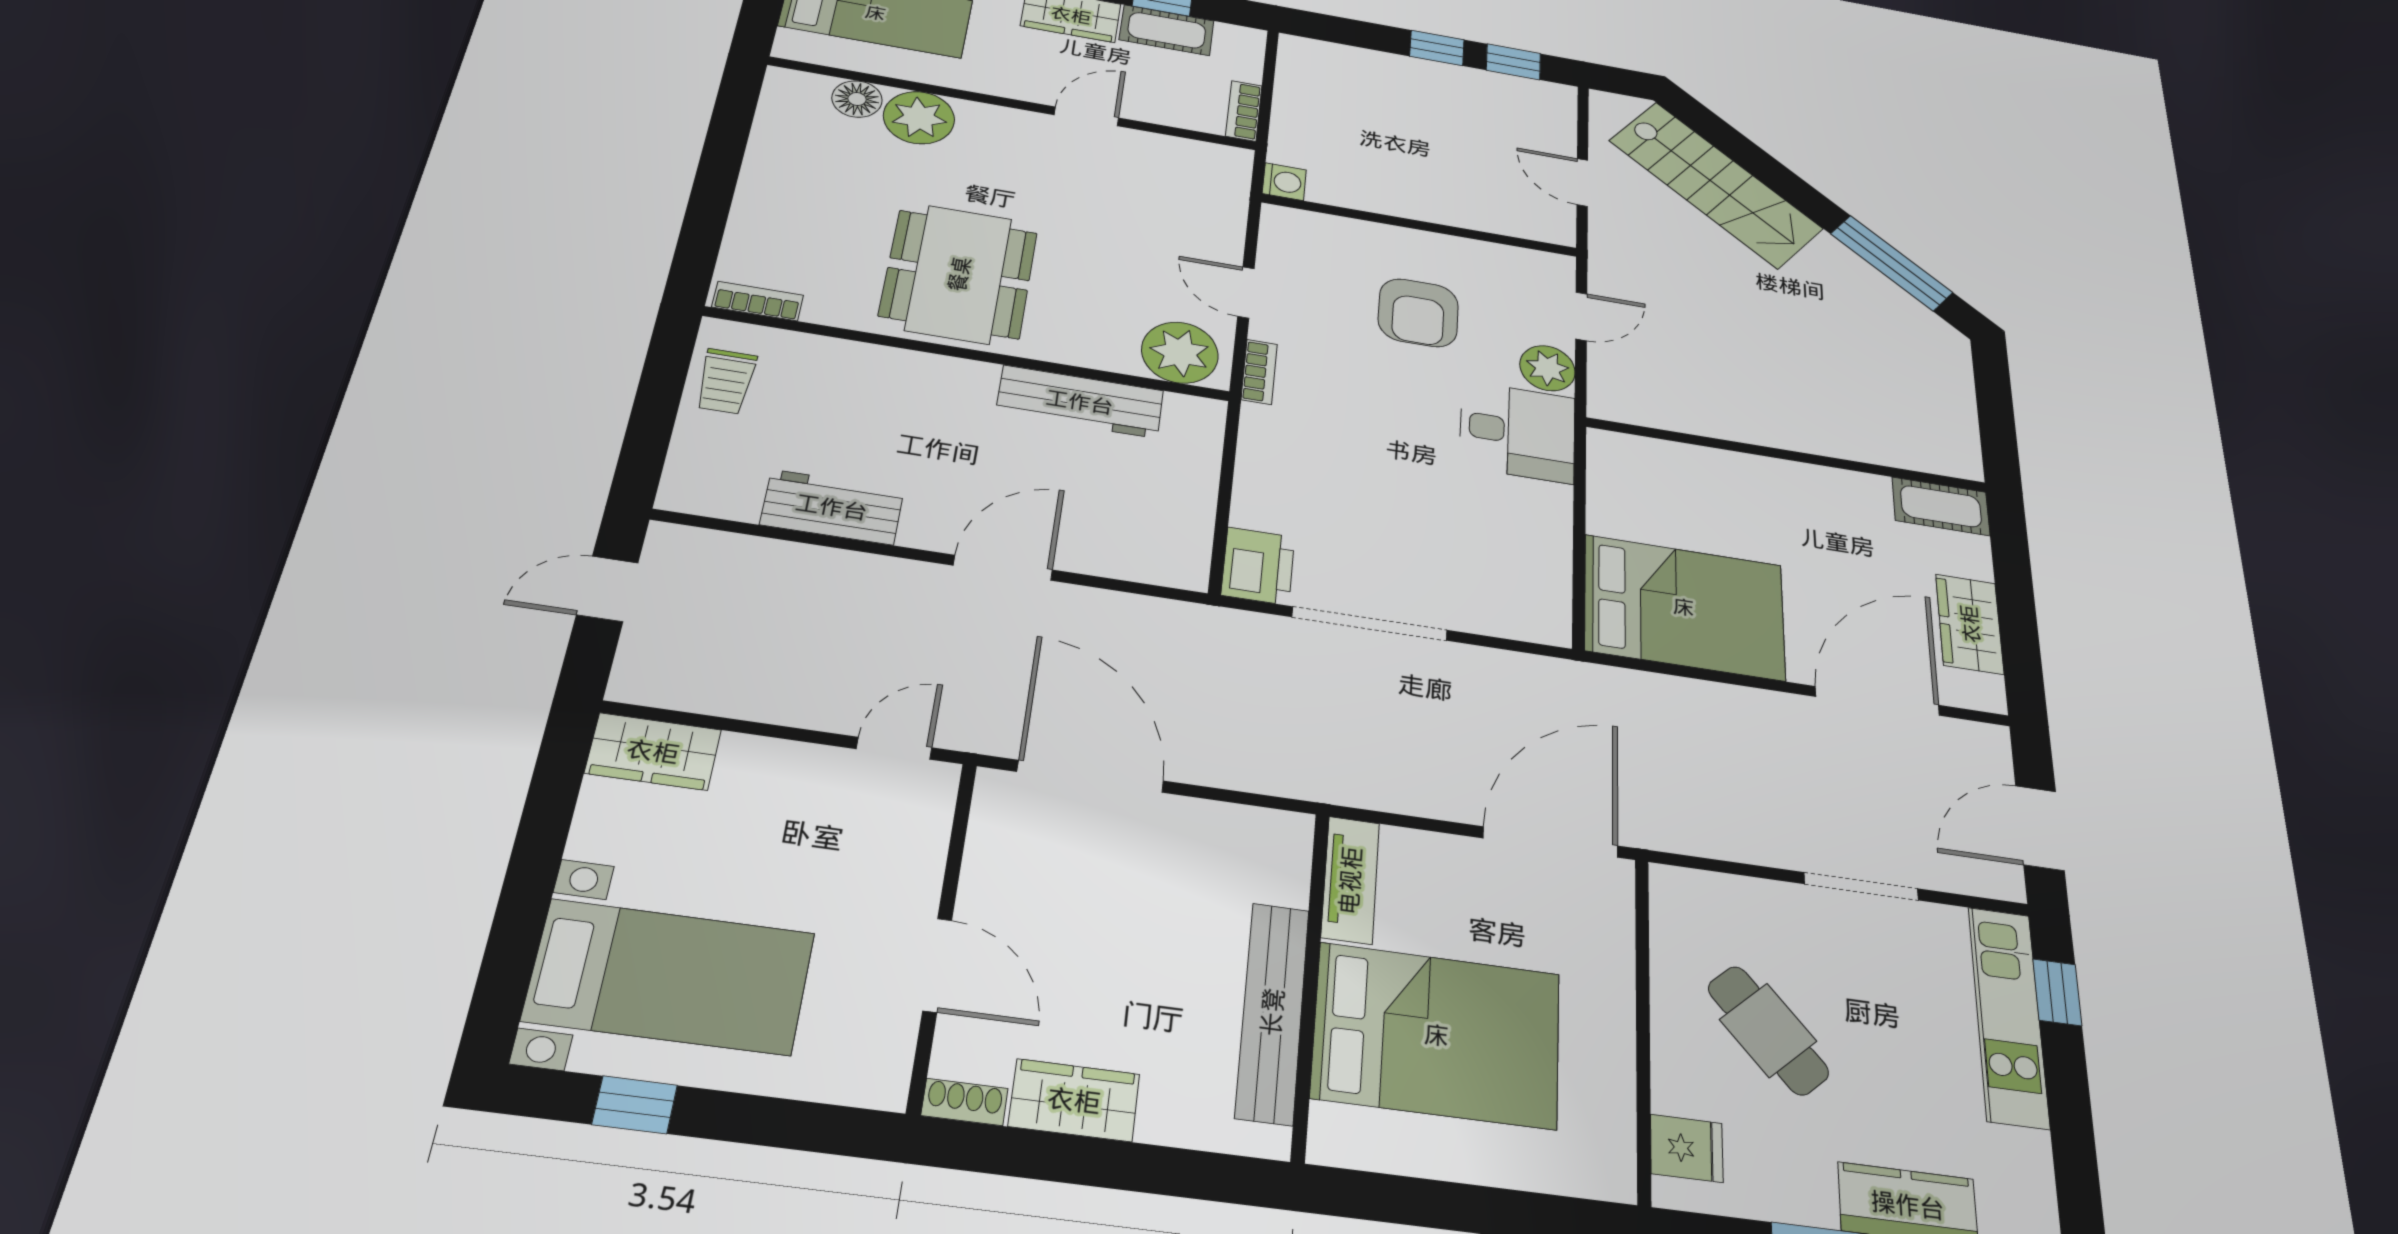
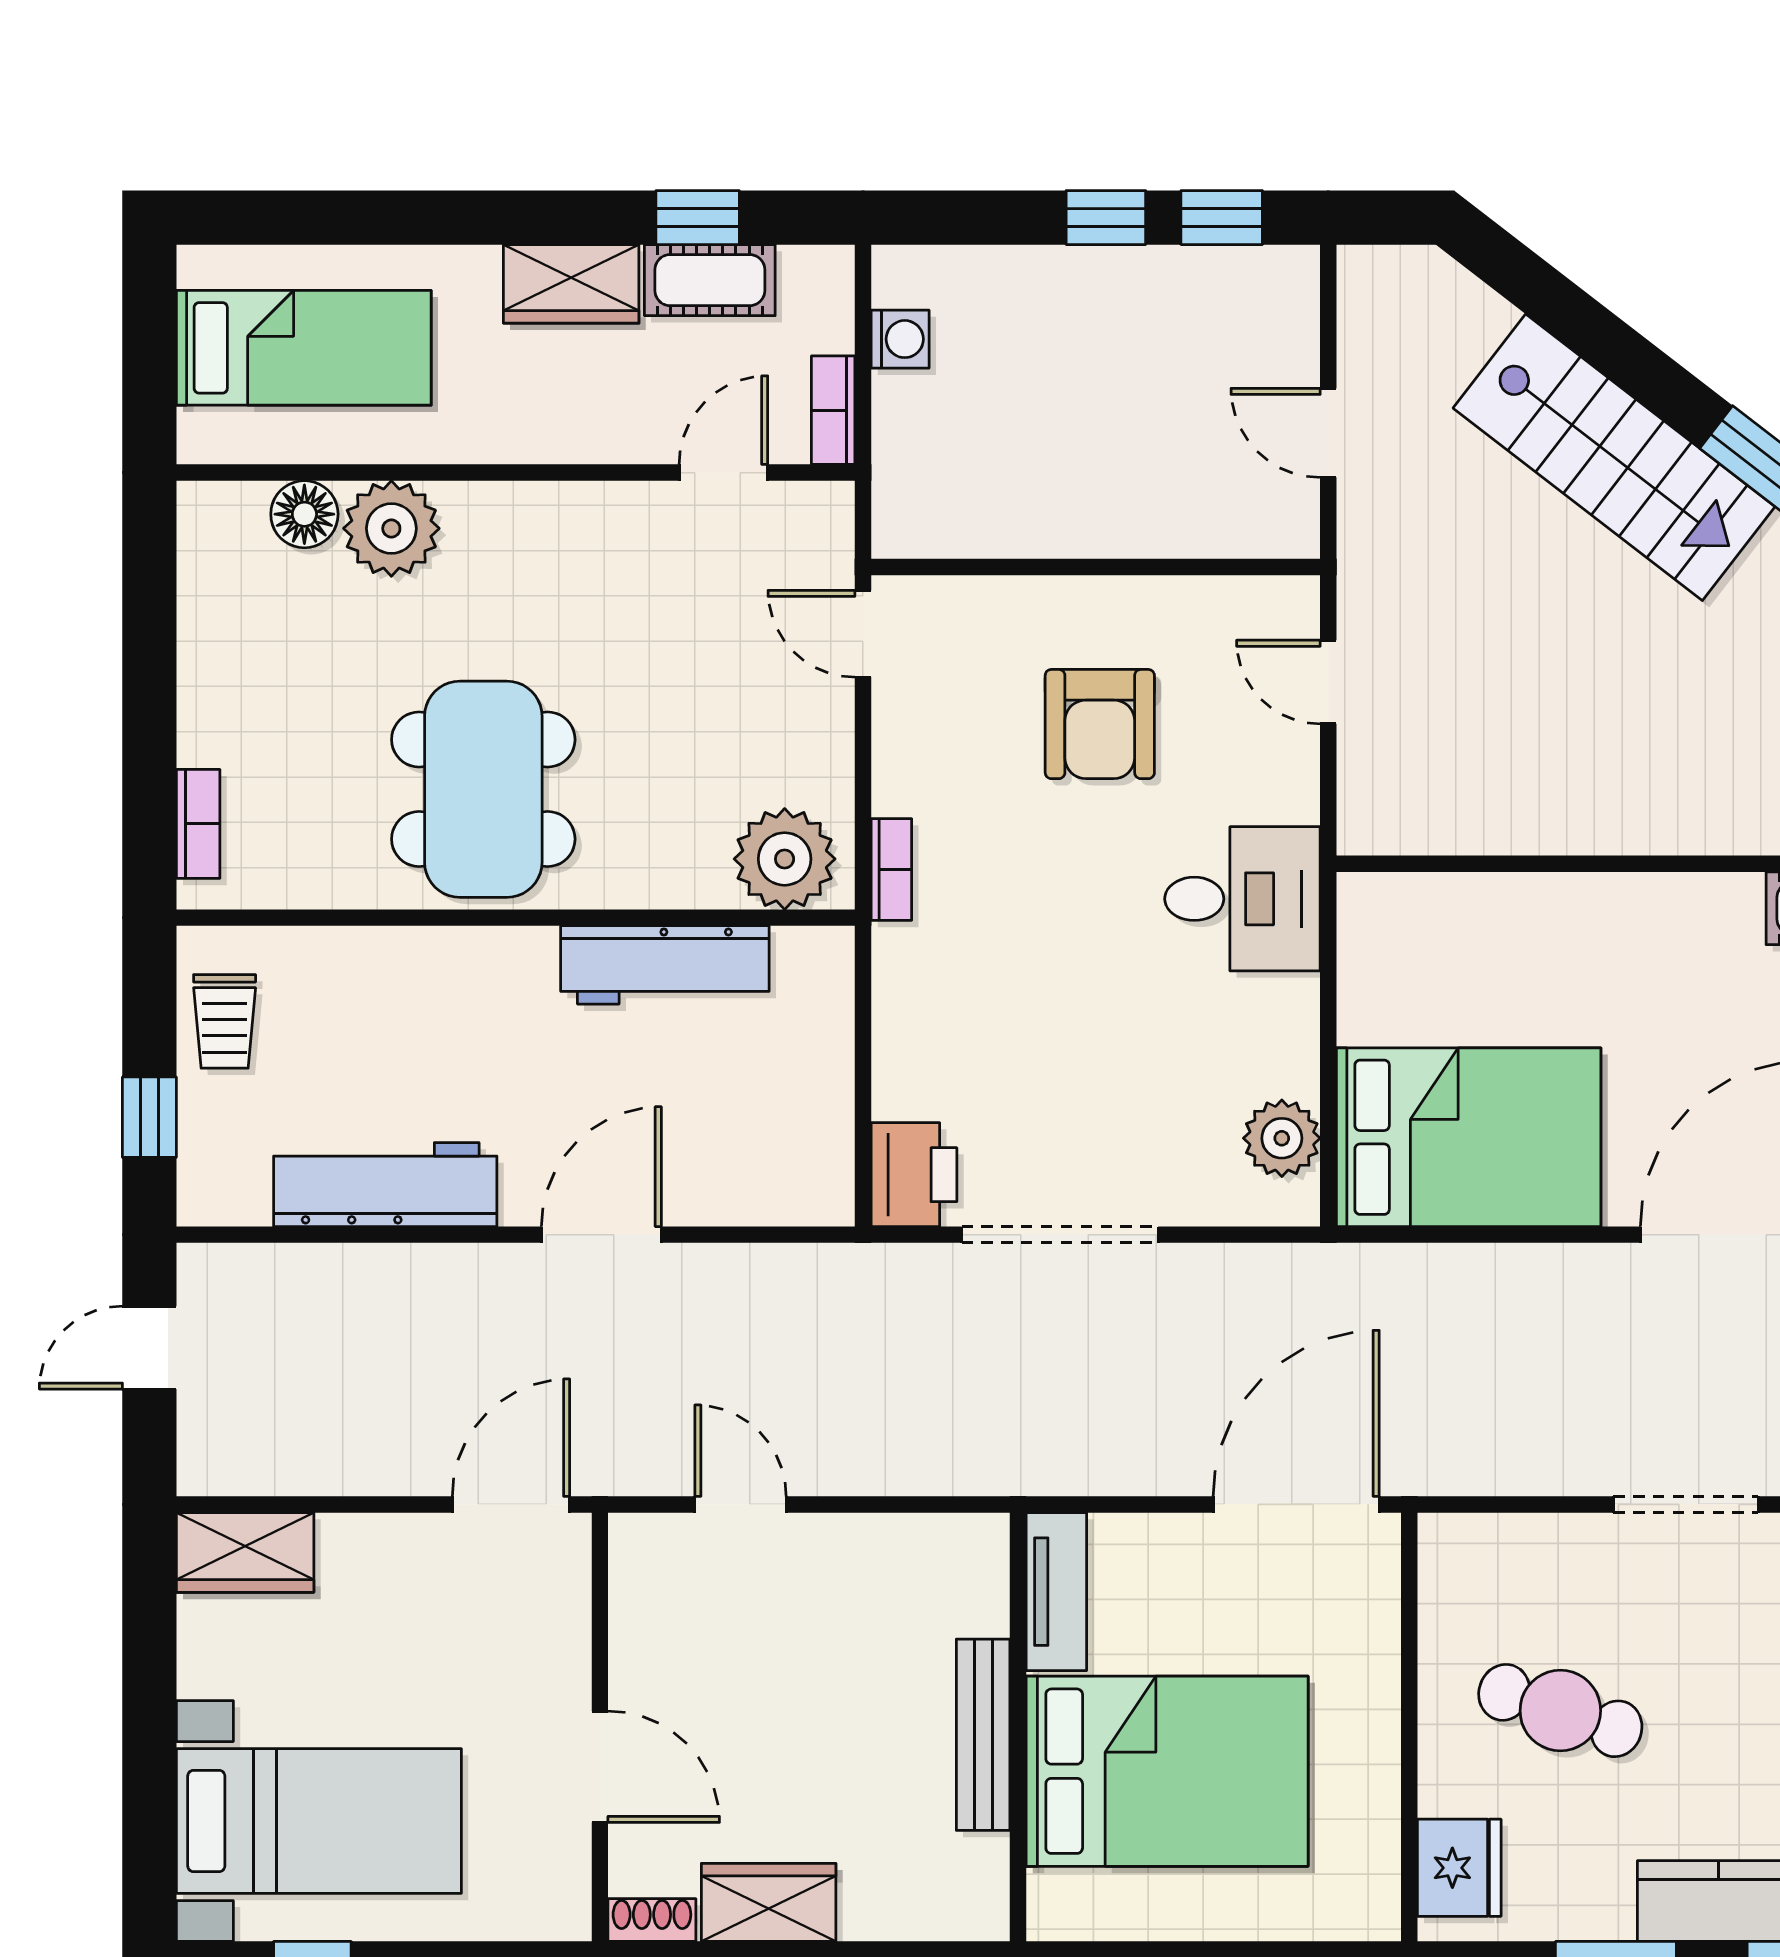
door: (1086, 116) -> (723, 473), moved
washing machine: (1284, 182) -> (900, 339), moved
stairs: (1716, 184) -> (1614, 457), moved
door: (1246, 292) -> (863, 634), moved
bookcase: (758, 301) -> (198, 824), moved, turned 90
door: (1581, 316) -> (1328, 682), swing flipped
plant: (1547, 368) -> (1282, 1138), moved
window: (649, 433) -> (149, 1117), added
workbench: (832, 507) -> (385, 1185), width x1.37
door: (894, 748) -> (511, 1504), width x1.38
door: (1090, 776) -> (741, 1504), width x0.53
bench: (1272, 1012) -> (983, 1735), width x0.73, depth x0.82
cafe table: (1768, 1030) -> (1560, 1711), turned -30
fridge: (1687, 1148) -> (1459, 1868), width x1.38

